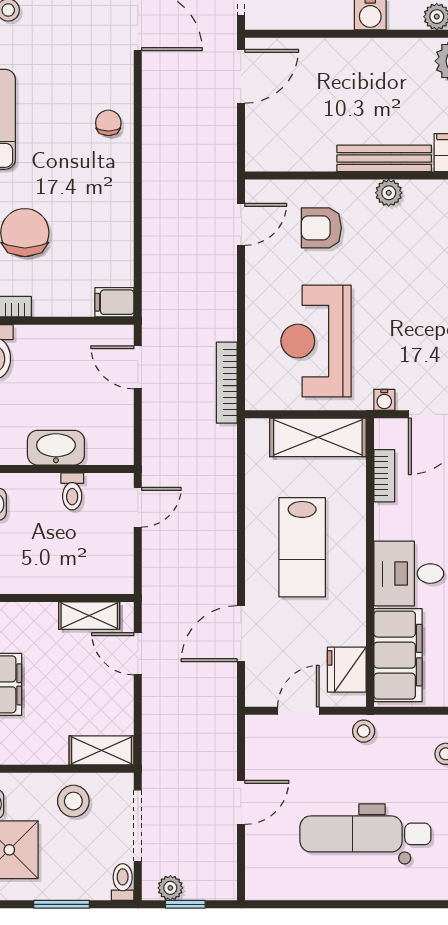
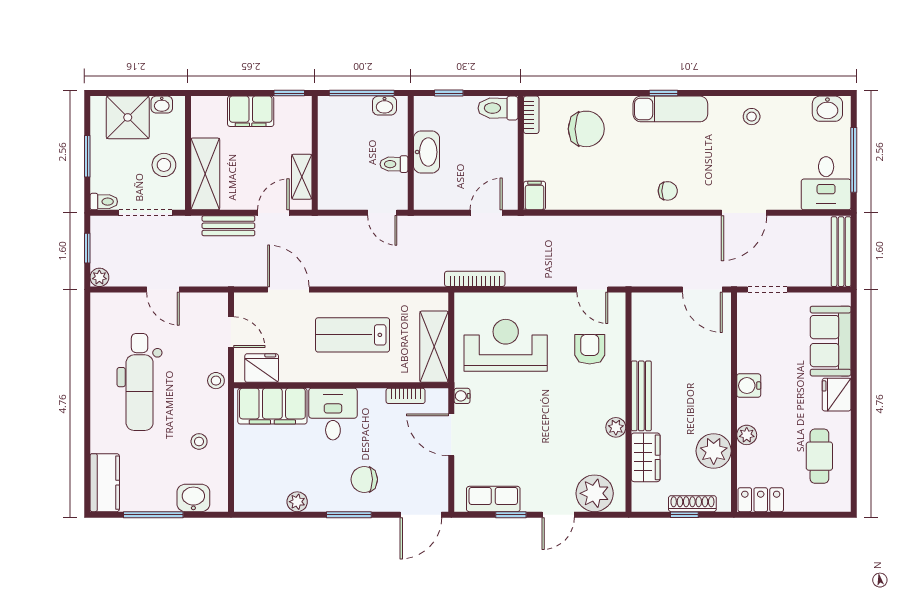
plant: (389, 193) -> (616, 427), moved
bench: (155, 714) -> (228, 226), added
shelving: (102, 750) -> (205, 174), width x1.50, depth x1.33
dental chair: (365, 834) -> (140, 382), turned 180
plant: (170, 888) -> (99, 277), moved

